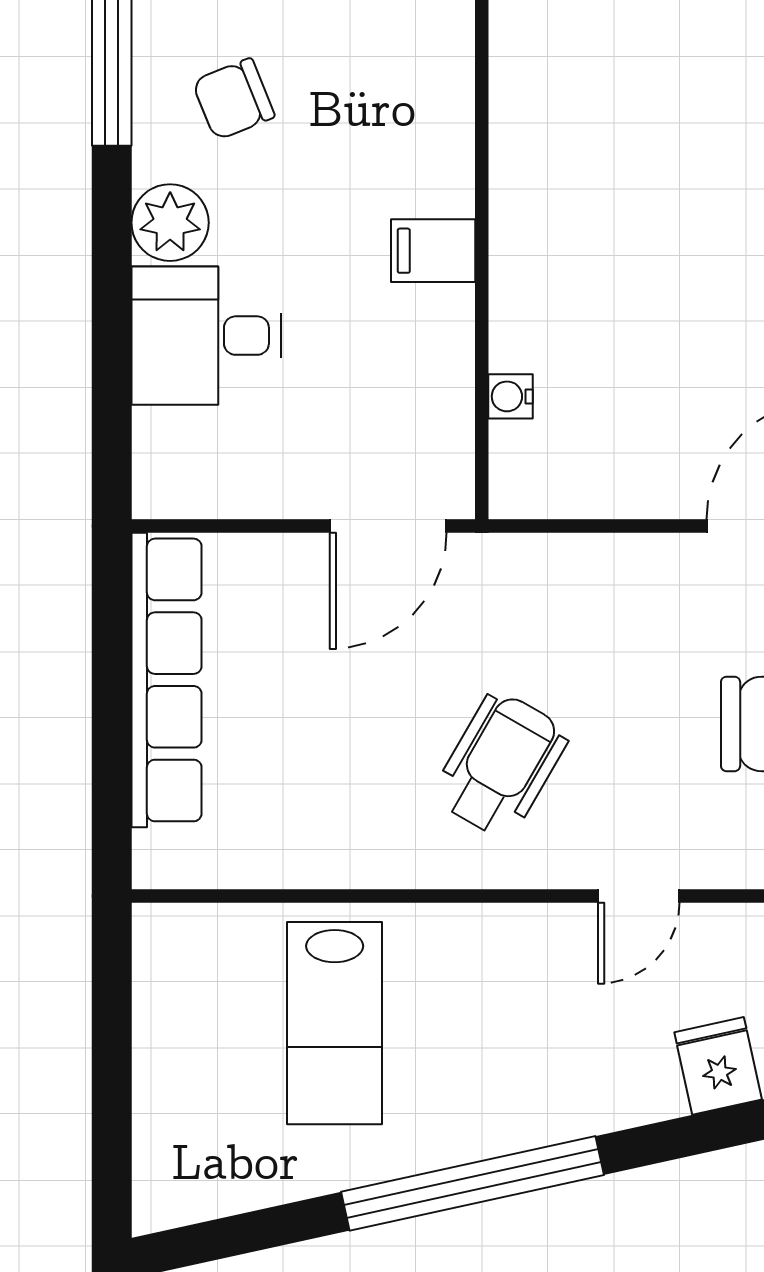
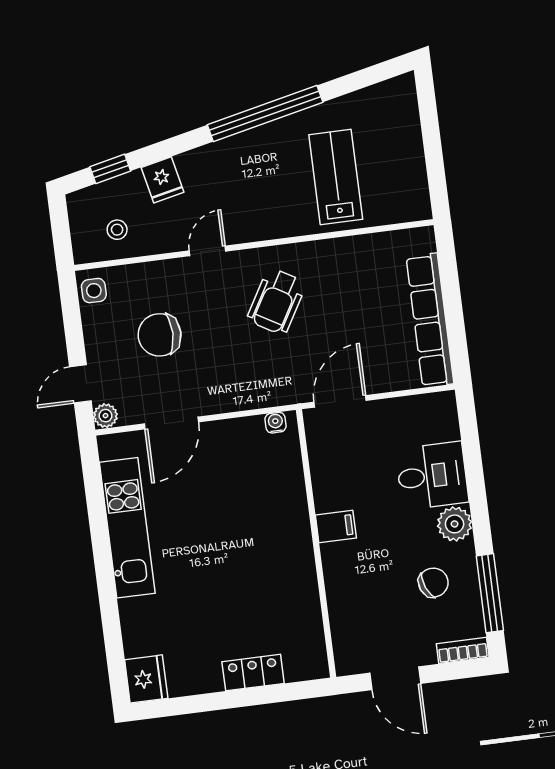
water cooler: (510, 396) -> (276, 423), moved, turned -90

